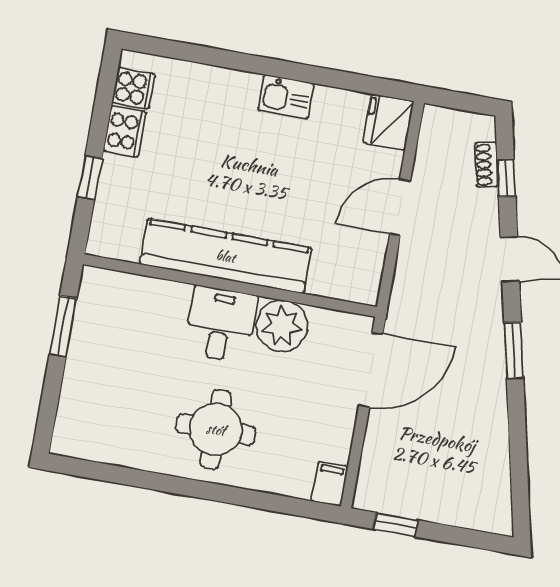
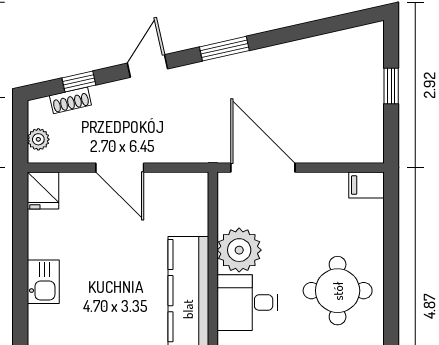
plant: (449, 120) -> (38, 139), added
fridge: (389, 122) -> (43, 190), width x0.72
window: (396, 525) -> (391, 86), moved

